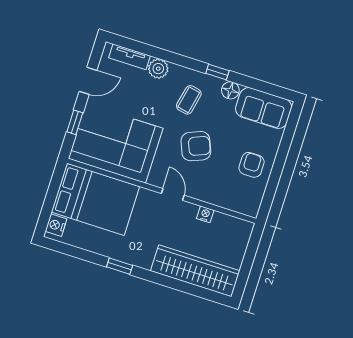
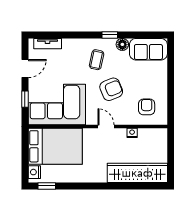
plant: (158, 69) -> (69, 45), removed
armchair: (252, 165) -> (147, 107), moved
window: (120, 266) -> (47, 186), moved

